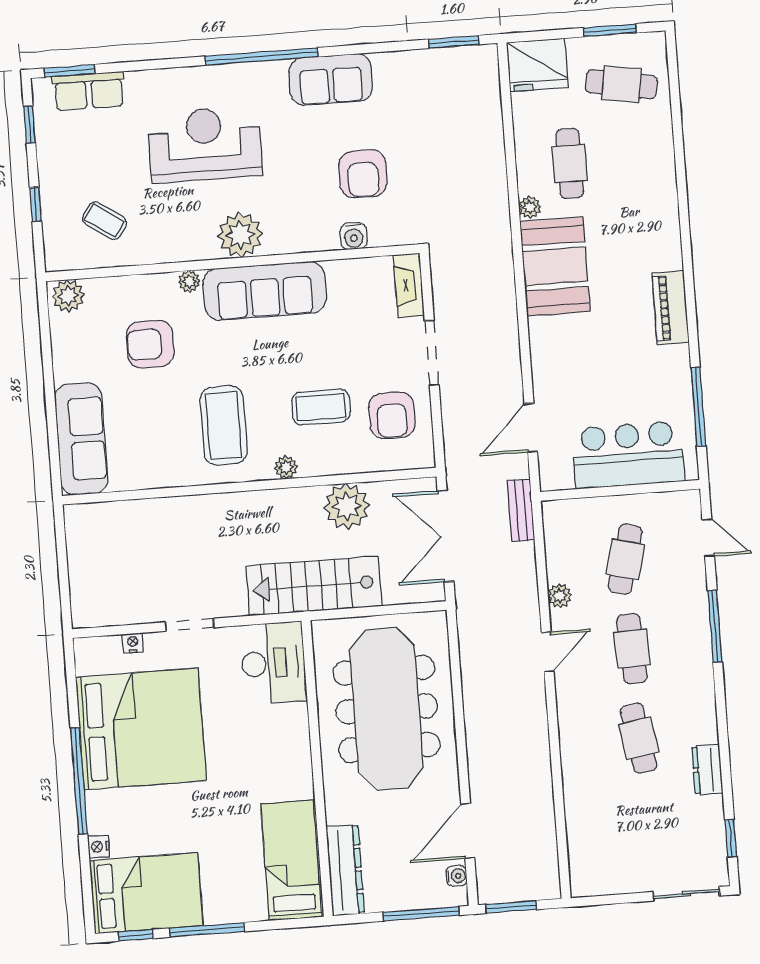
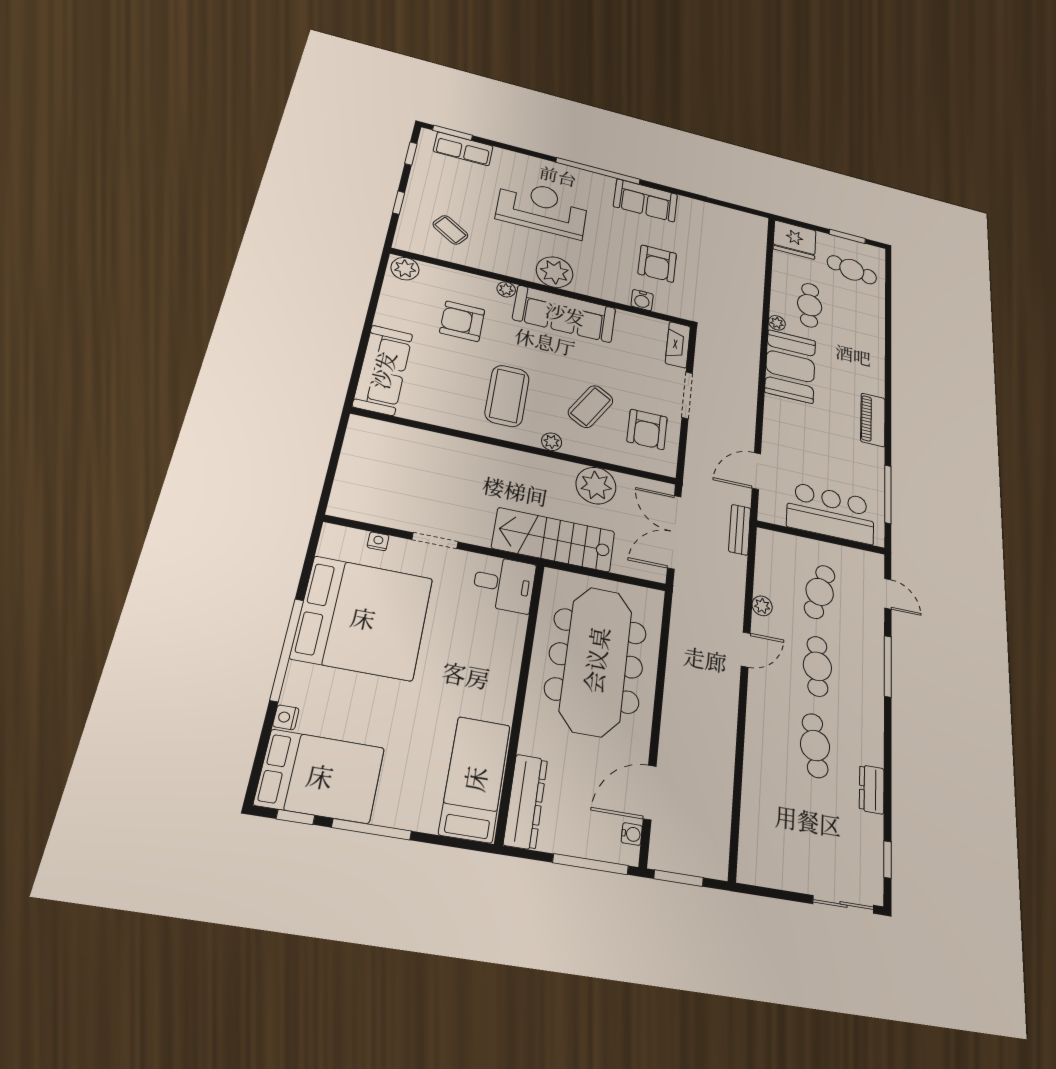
window: (454, 42) -> (738, 208), removed
coffee table: (321, 407) -> (591, 407), turned -60
desk: (273, 663) -> (504, 584), width x0.73

